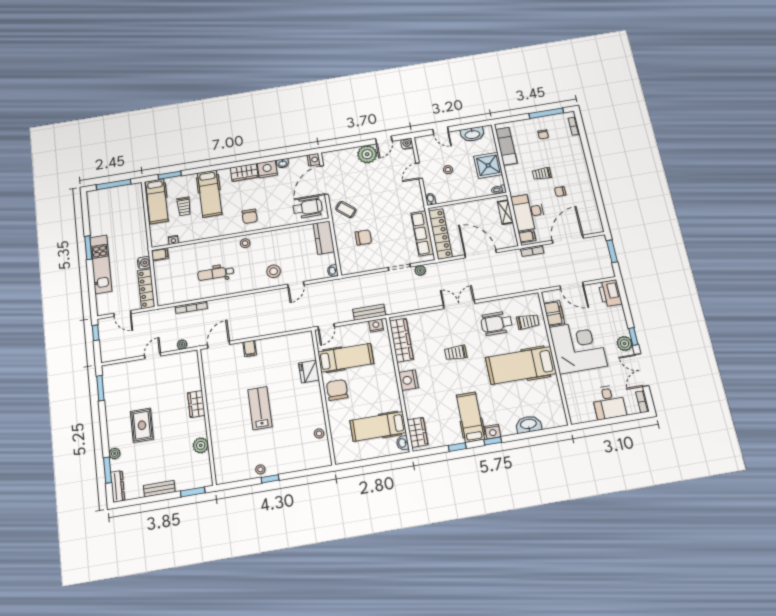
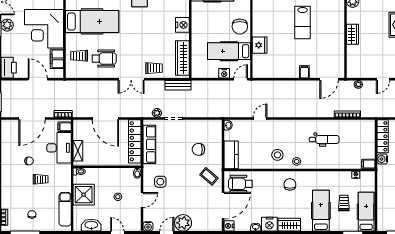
side table: (402, 194) -> (160, 182), added
stool: (274, 271) -> (277, 155), moved
bench: (369, 312) -> (178, 85), moved
nightstand: (376, 326) -> (224, 73), moved
trolley: (456, 353) -> (154, 68), moved

